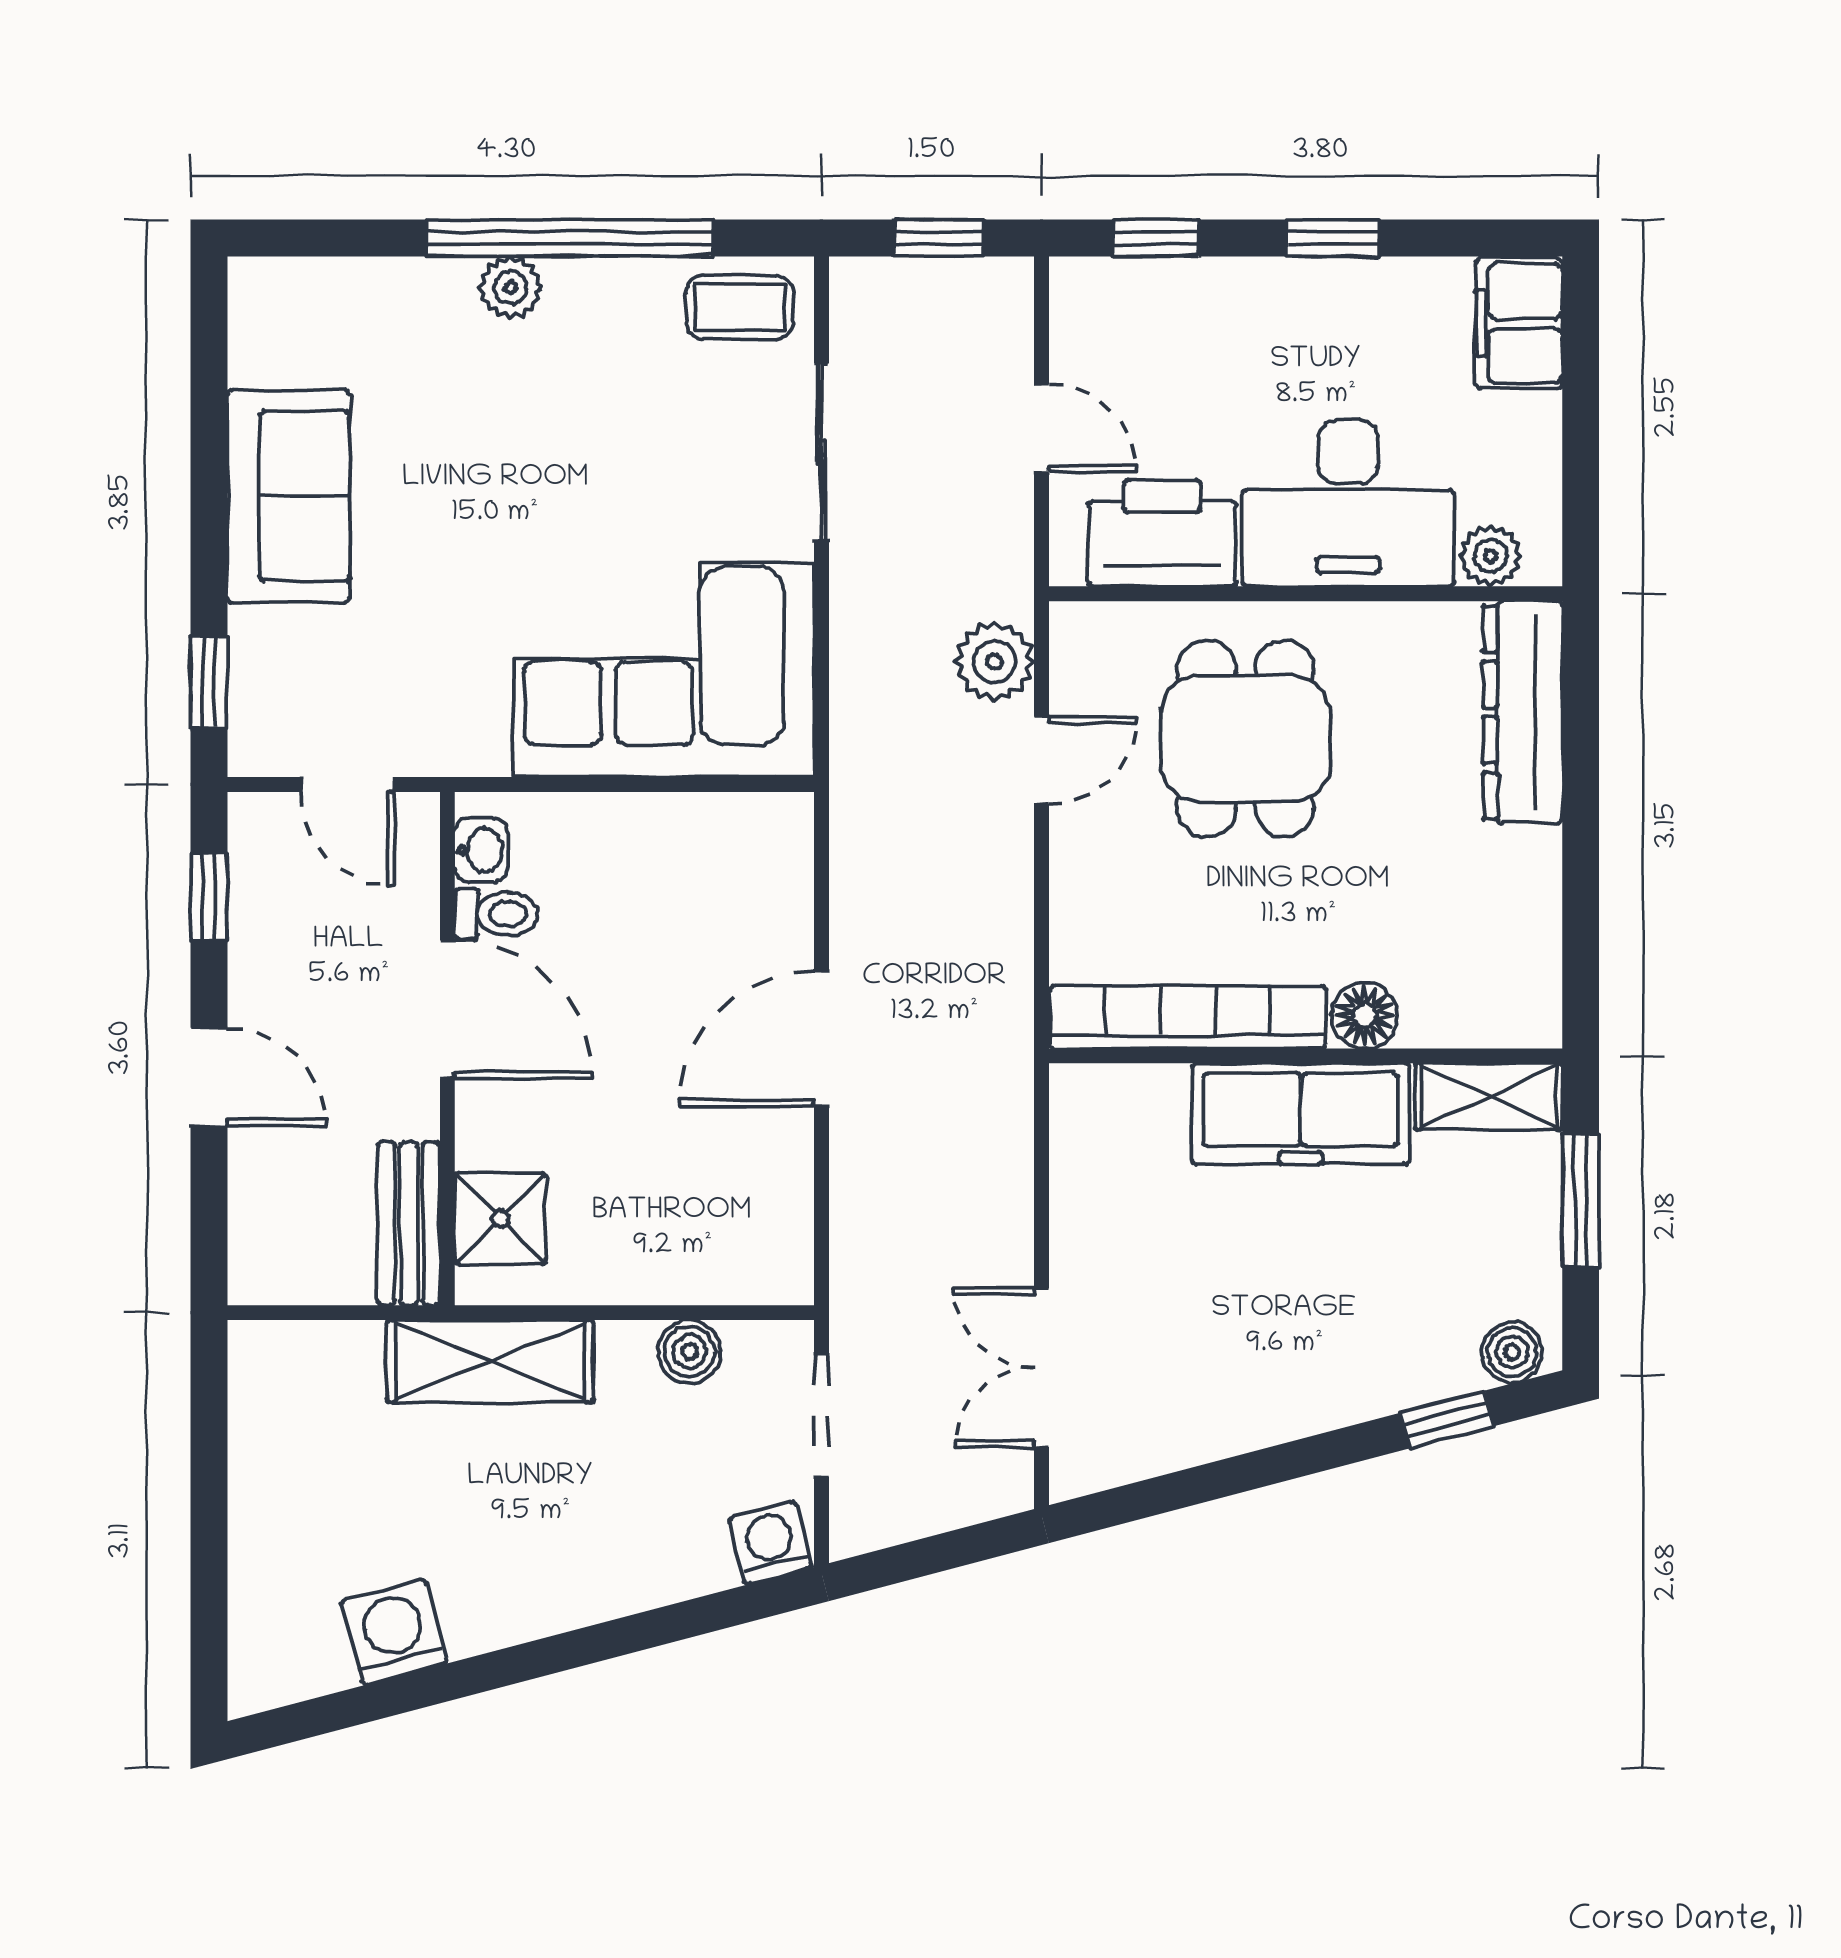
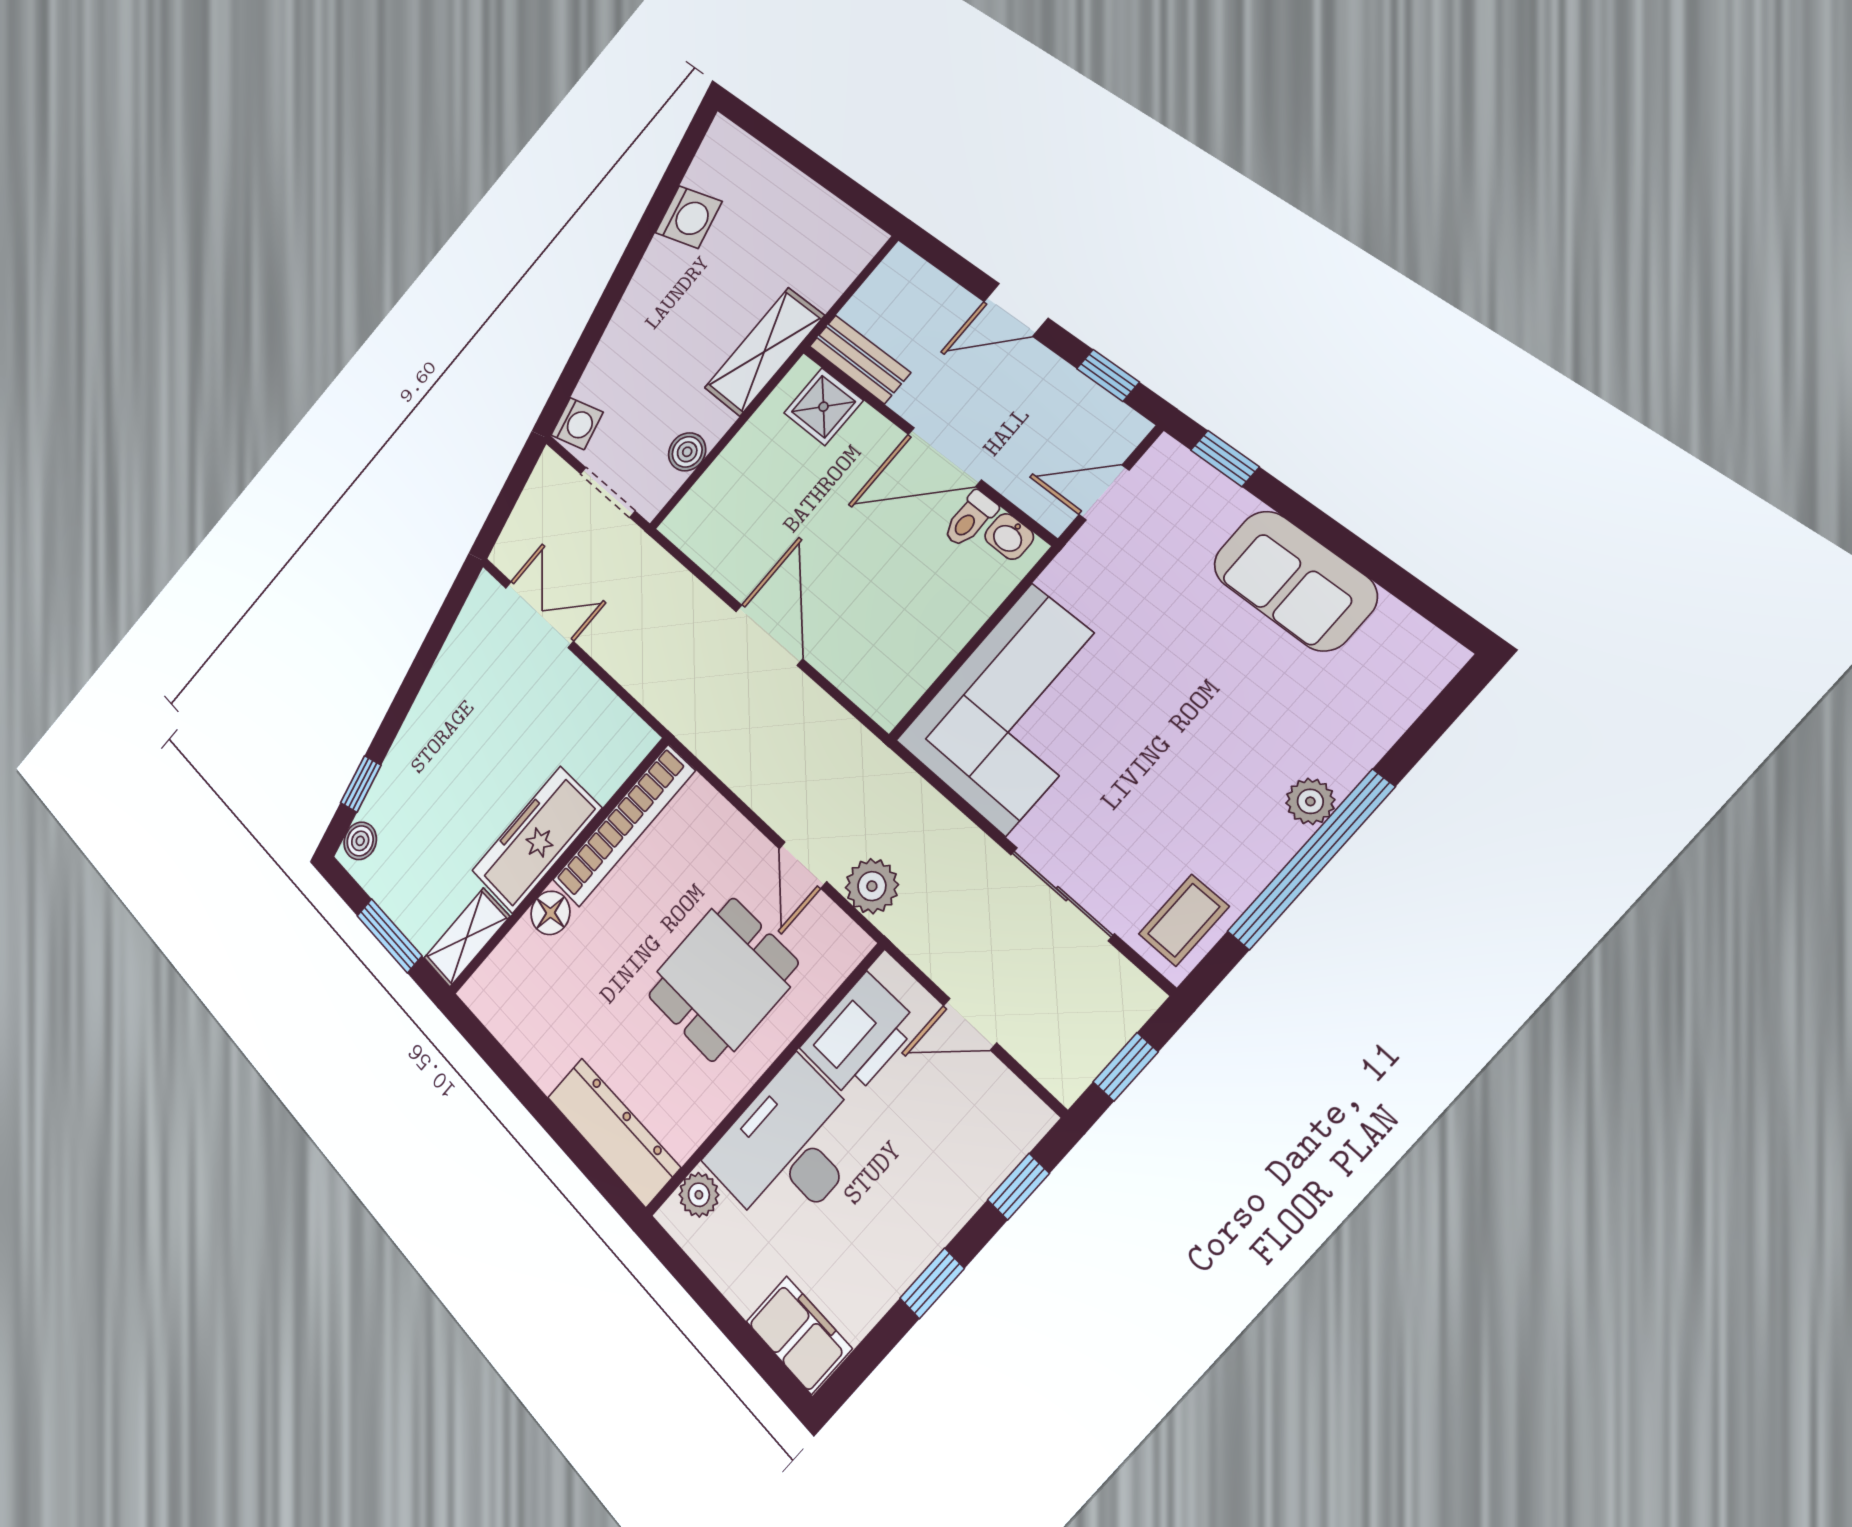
dining table: (1245, 739) -> (723, 979), turned 90

